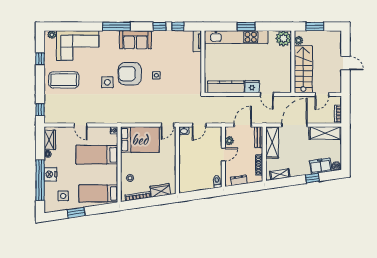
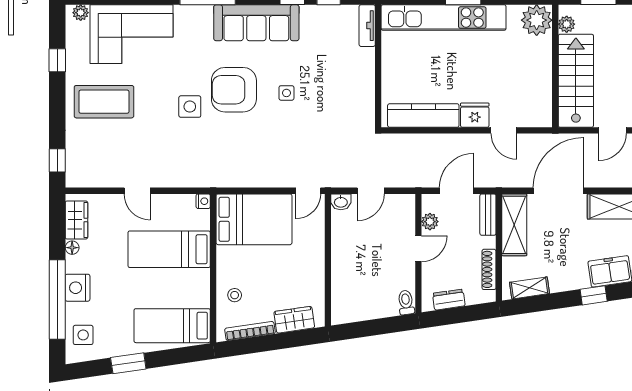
sofa: (135, 40) -> (256, 23), width x1.36
side table: (63, 196) -> (83, 335), moved

